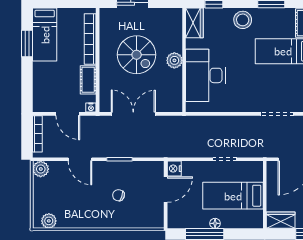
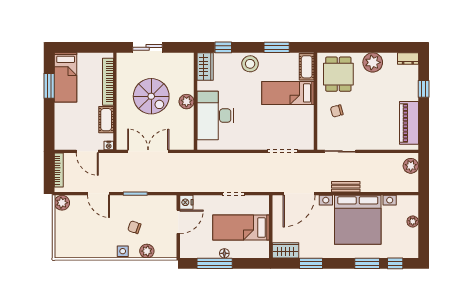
plant: (49, 221) -> (147, 251), moved
side table: (106, 221) -> (123, 251), added

